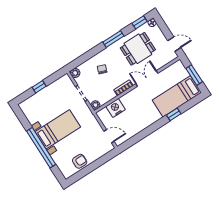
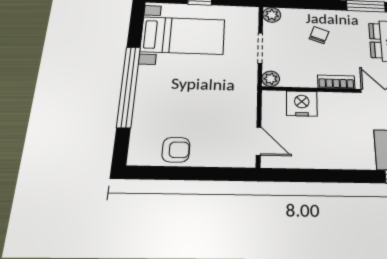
bed with nightstands: (58, 129) -> (183, 36), moved

